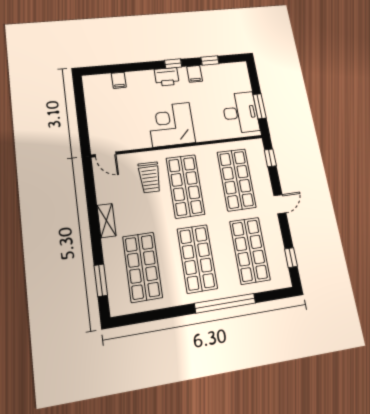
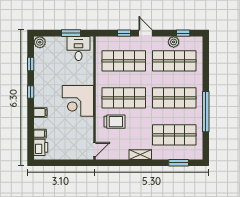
plant: (240, 69) -> (40, 42), added
filing cabinet: (195, 74) -> (40, 113), moved
printer: (167, 77) -> (41, 147), moved
desk: (240, 113) -> (78, 48), width x0.73
window: (270, 158) -> (124, 33), moved
plant: (276, 246) -> (174, 42), added
window: (225, 303) -> (206, 112), moved

